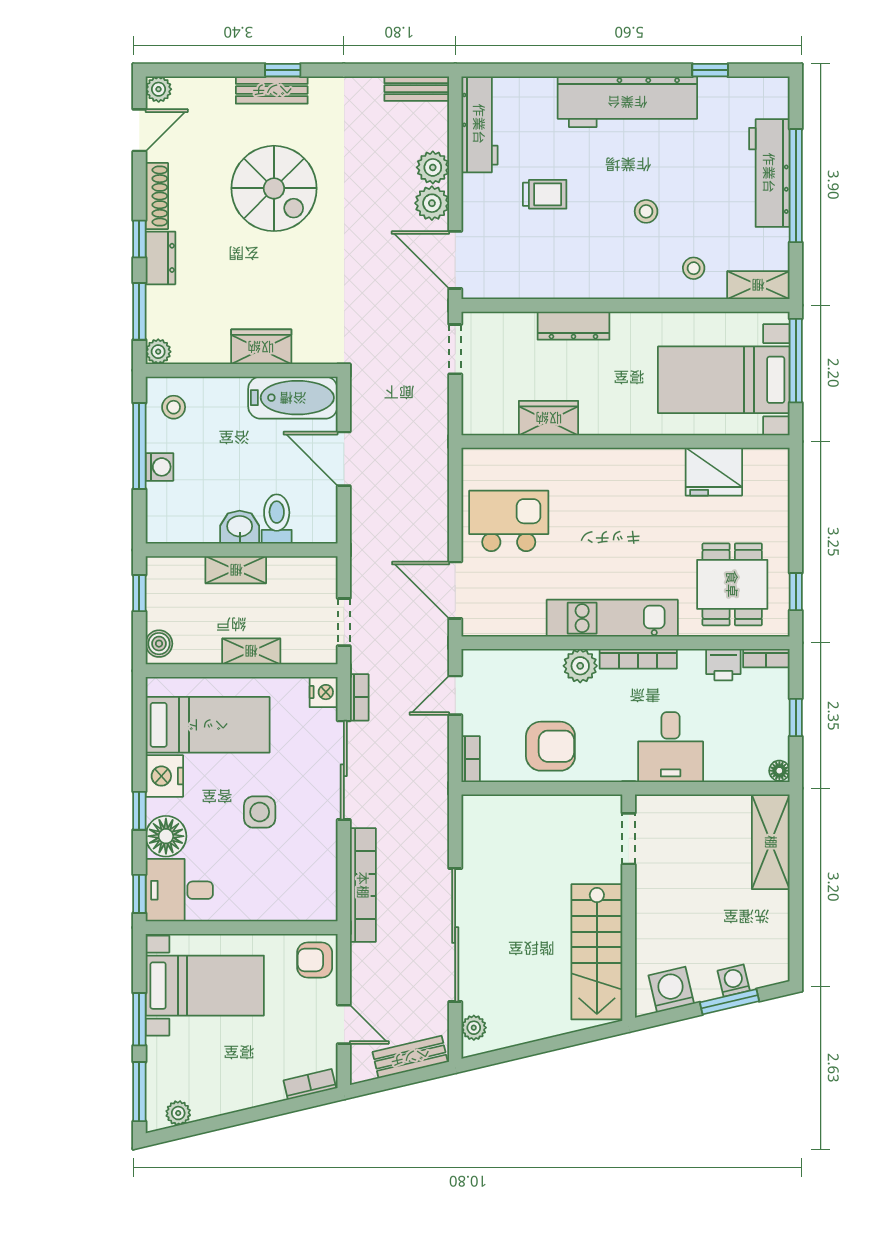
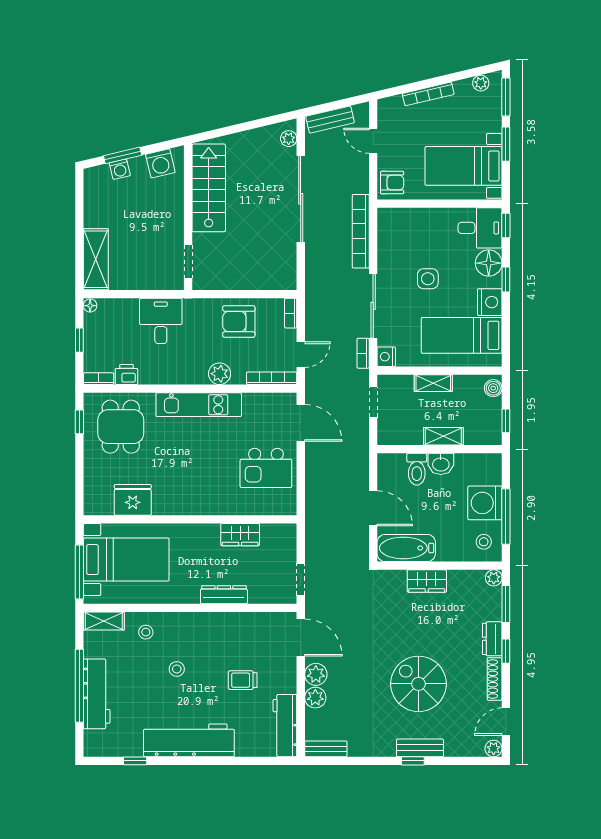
washing machine: (159, 467) -> (485, 503), width x1.89, depth x1.89
bookcase: (638, 659) -> (272, 378), moved
bookcase: (310, 1084) -> (428, 94), moved, width x1.56

